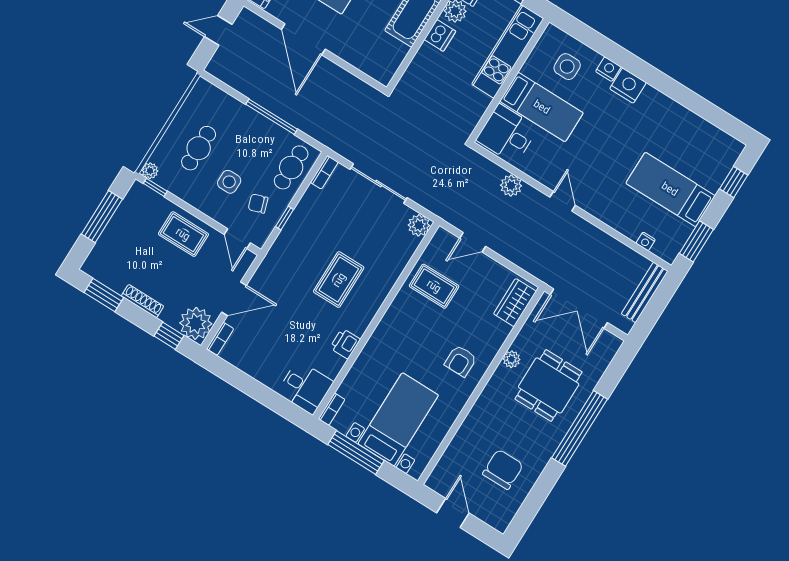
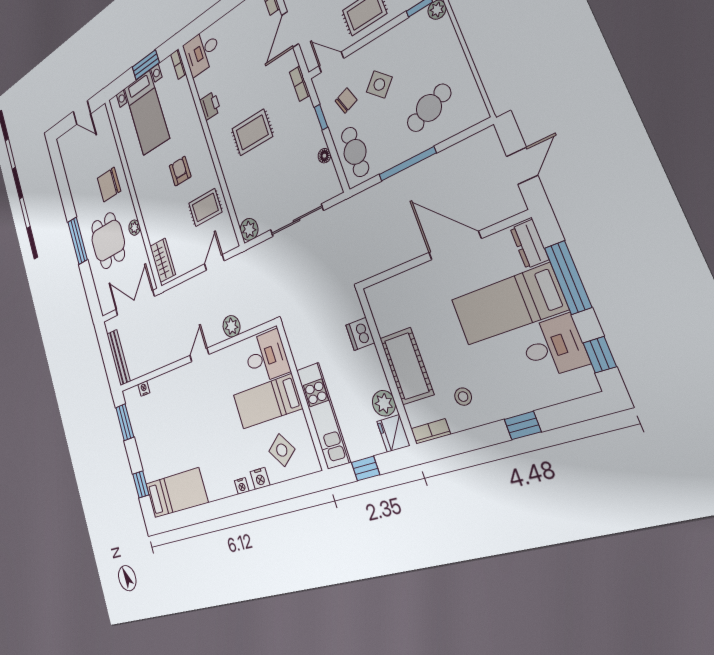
dishwasher: (440, 35) -> (360, 334), moved
side table: (567, 67) -> (282, 450), turned -36
nightstand: (628, 86) -> (242, 486), width x0.53, depth x0.56
cafe table: (199, 148) -> (429, 108), moved, turned 69
bookcase: (324, 172) -> (300, 84), moved
side table: (229, 182) -> (379, 84), turned 45
bed: (670, 189) -> (176, 493), moved
floor lamp: (312, 193) -> (324, 156), added
door: (563, 201) -> (199, 355), swing flipped
rug: (339, 280) -> (252, 133), turned 90
armchair: (461, 361) -> (180, 171), moved
window: (580, 428) -> (78, 241), width x0.68
window: (356, 452) -> (146, 65), width x0.69
chair: (503, 469) -> (109, 185), moved, turned 90

